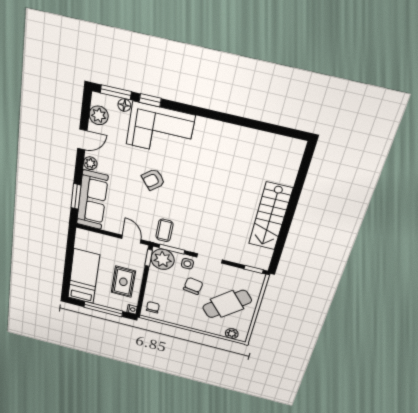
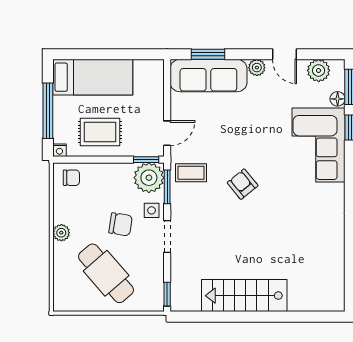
armchair: (153, 180) -> (243, 184), moved
plant: (232, 334) -> (61, 233), moved

